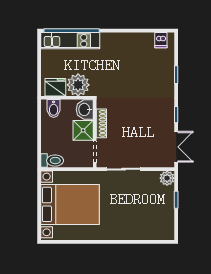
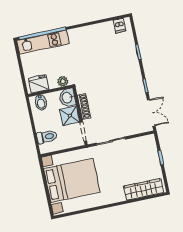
plant: (78, 85) -> (63, 81), width x0.53, depth x0.53
toilet: (52, 161) -> (47, 137), moved
plant: (167, 178) -> (149, 141), removed
wardrobe: (149, 232) -> (144, 189), added

